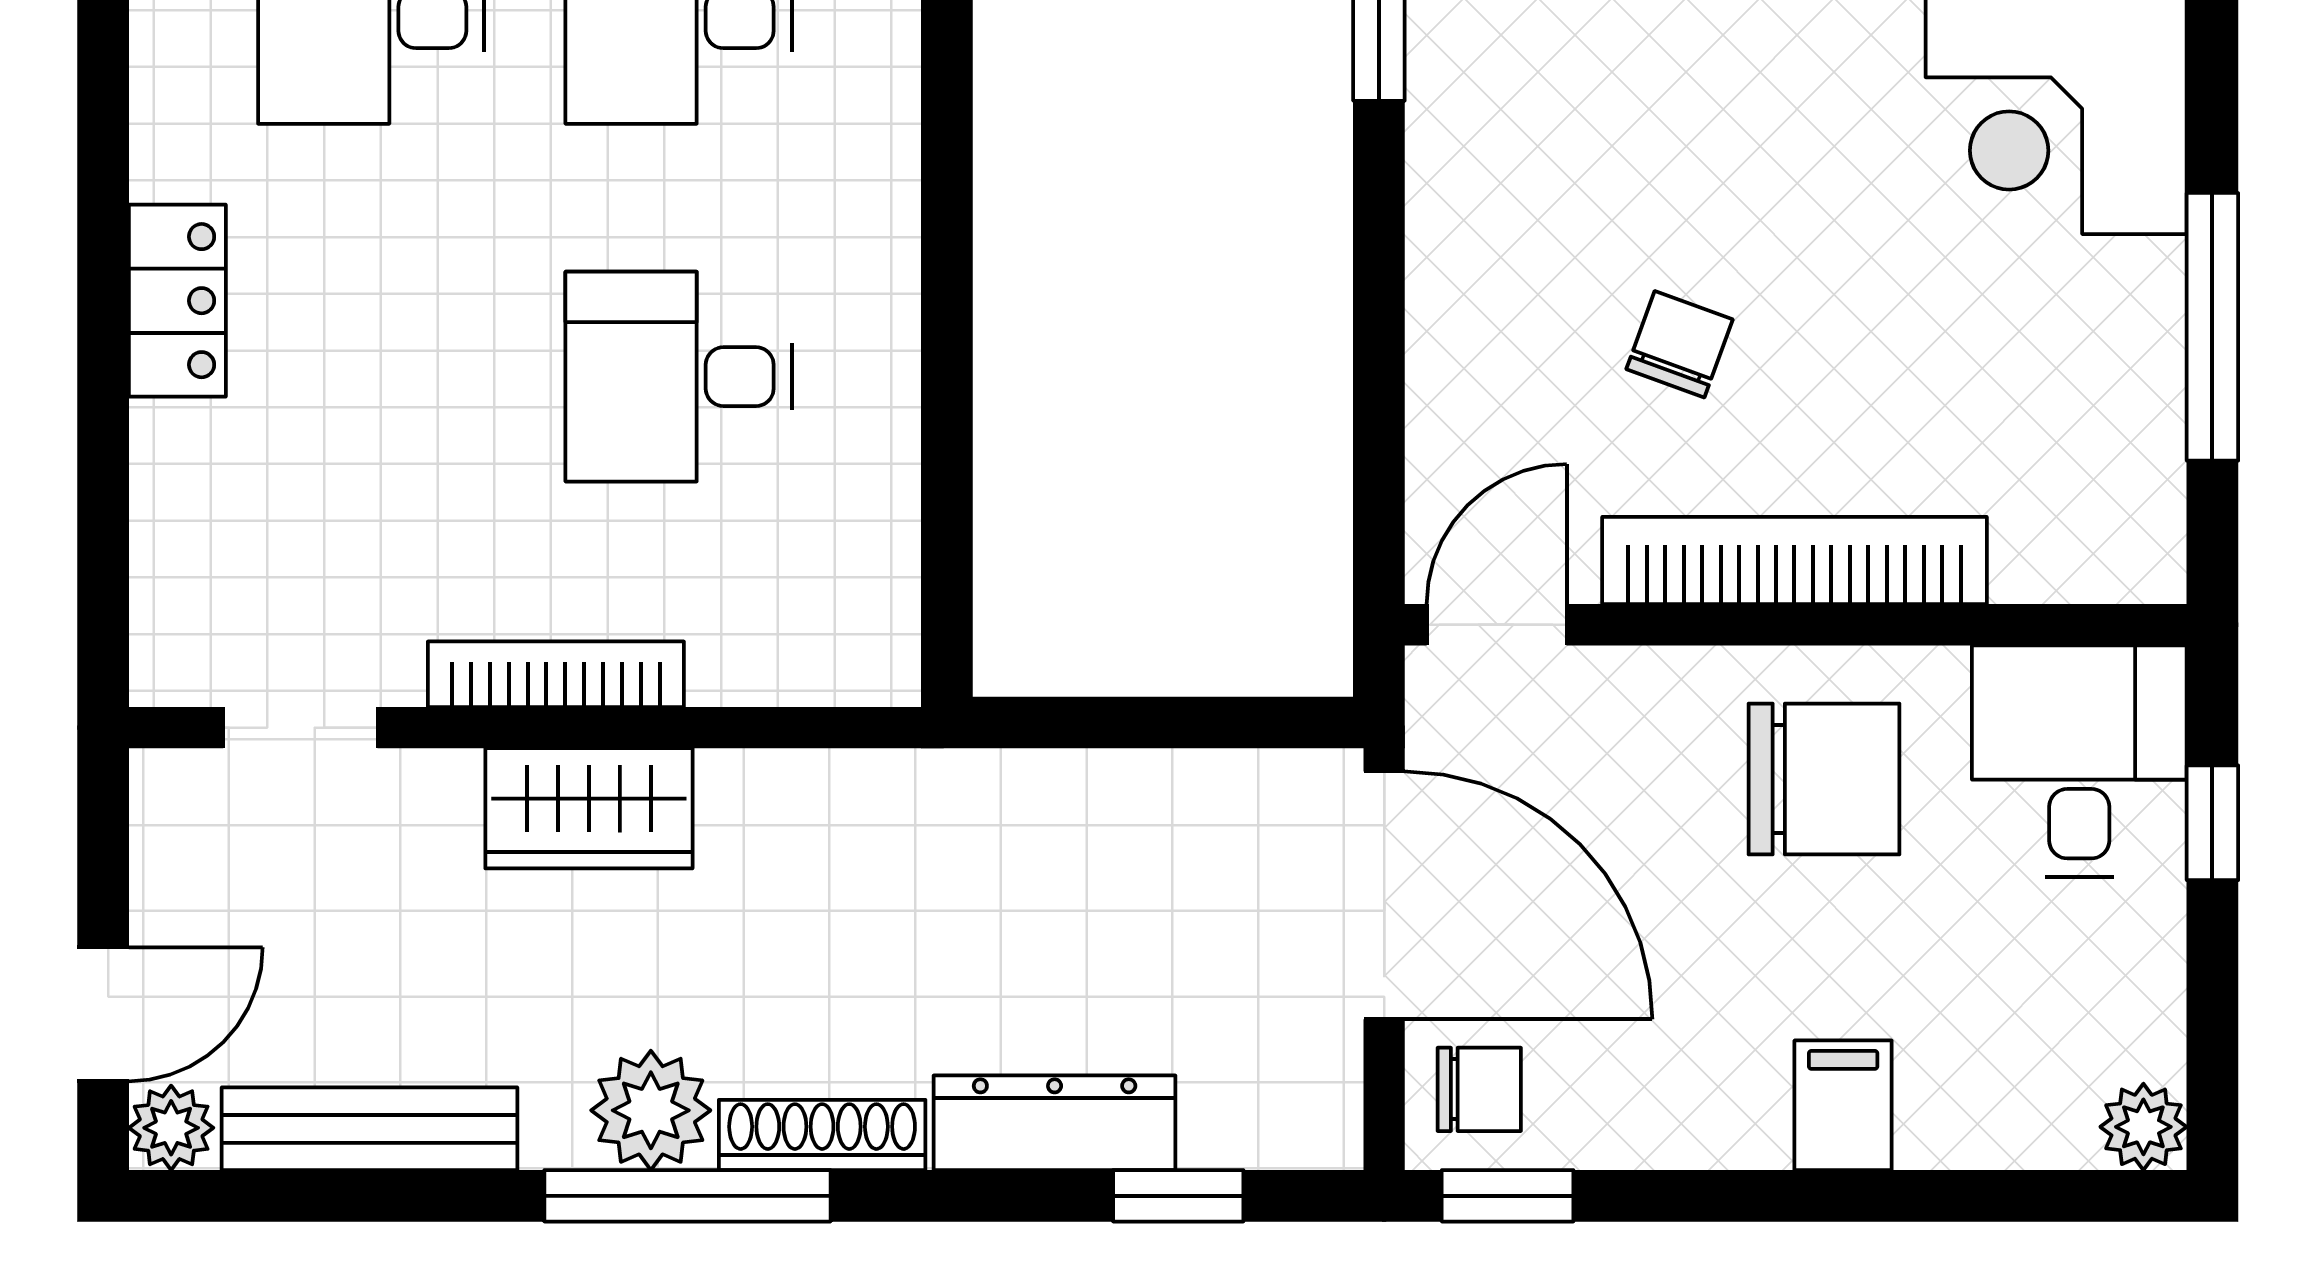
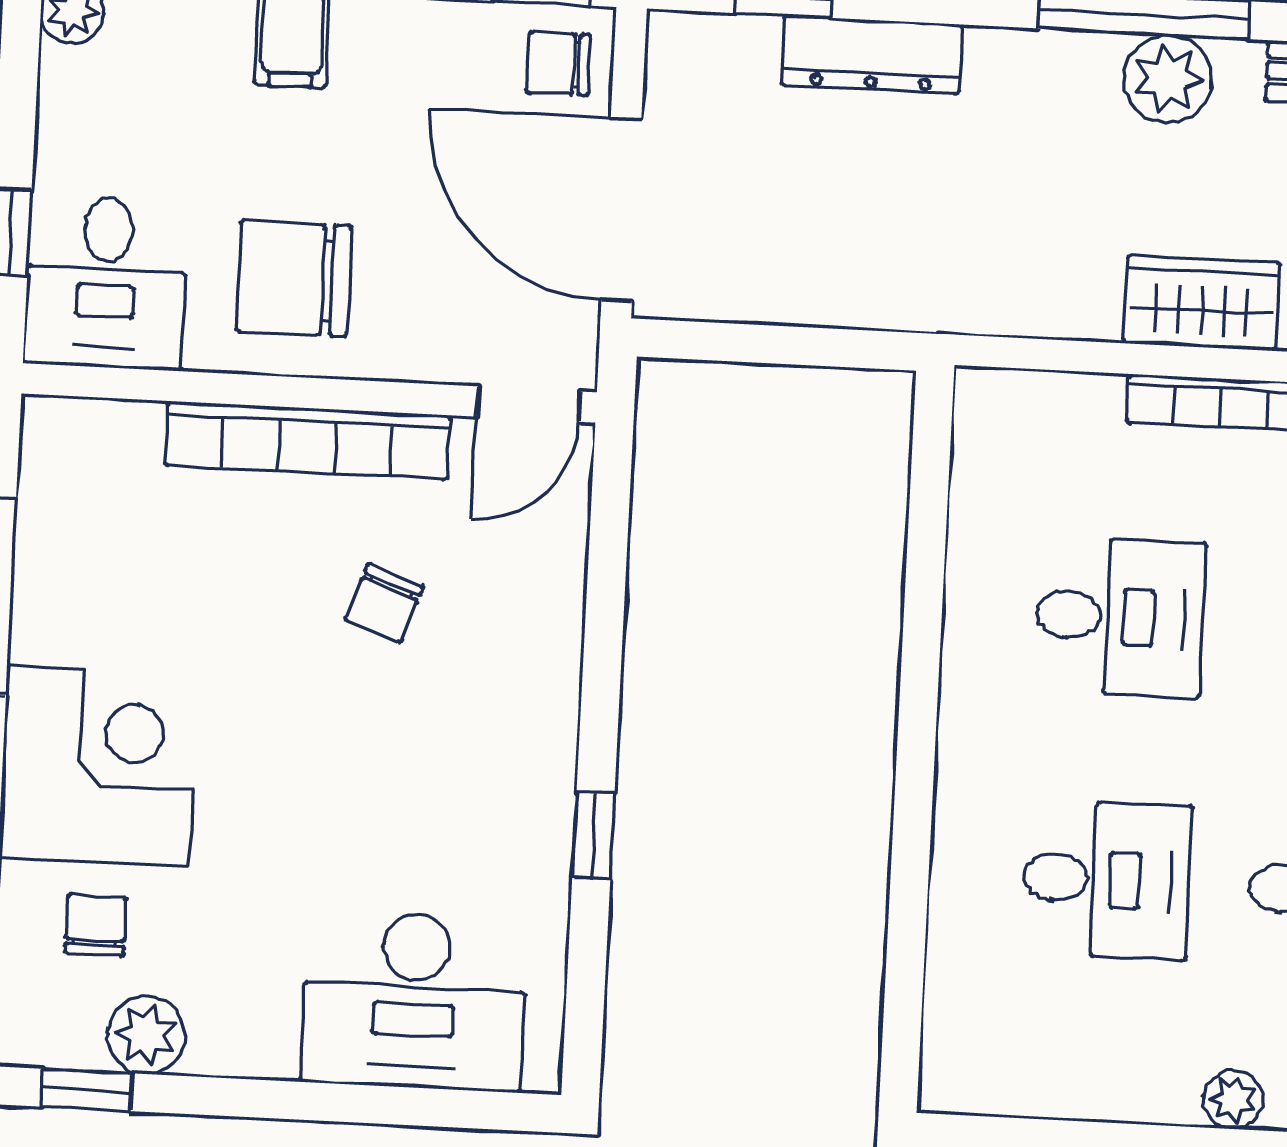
shoe rack: (822, 1135) -> (1043, 55), removed

